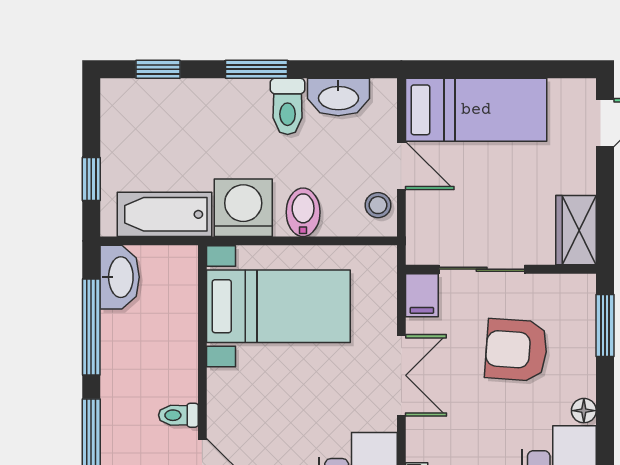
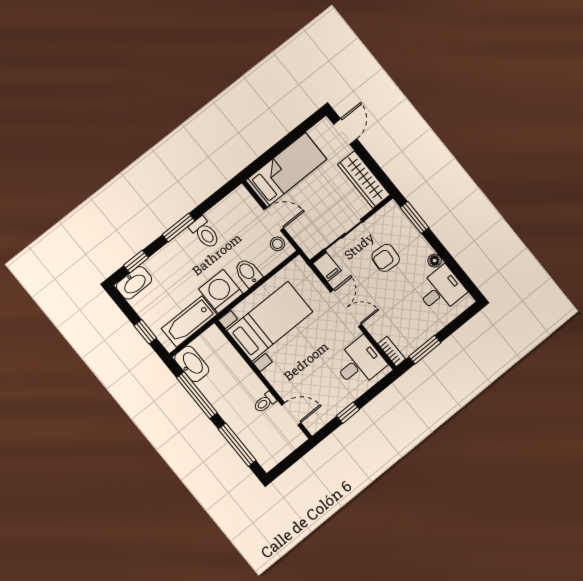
washbasin: (338, 97) -> (134, 283), moved
wardrobe: (576, 230) -> (364, 180), width x1.50
armchair: (516, 350) -> (386, 258), width x0.72, depth x0.72

